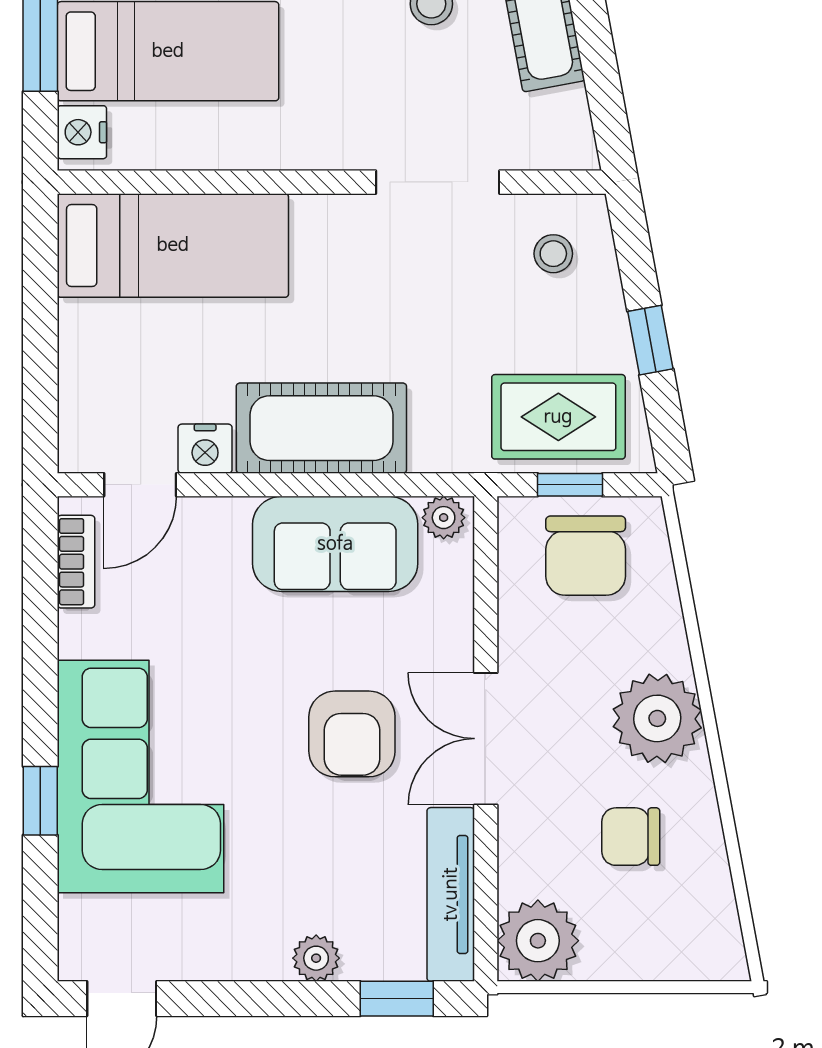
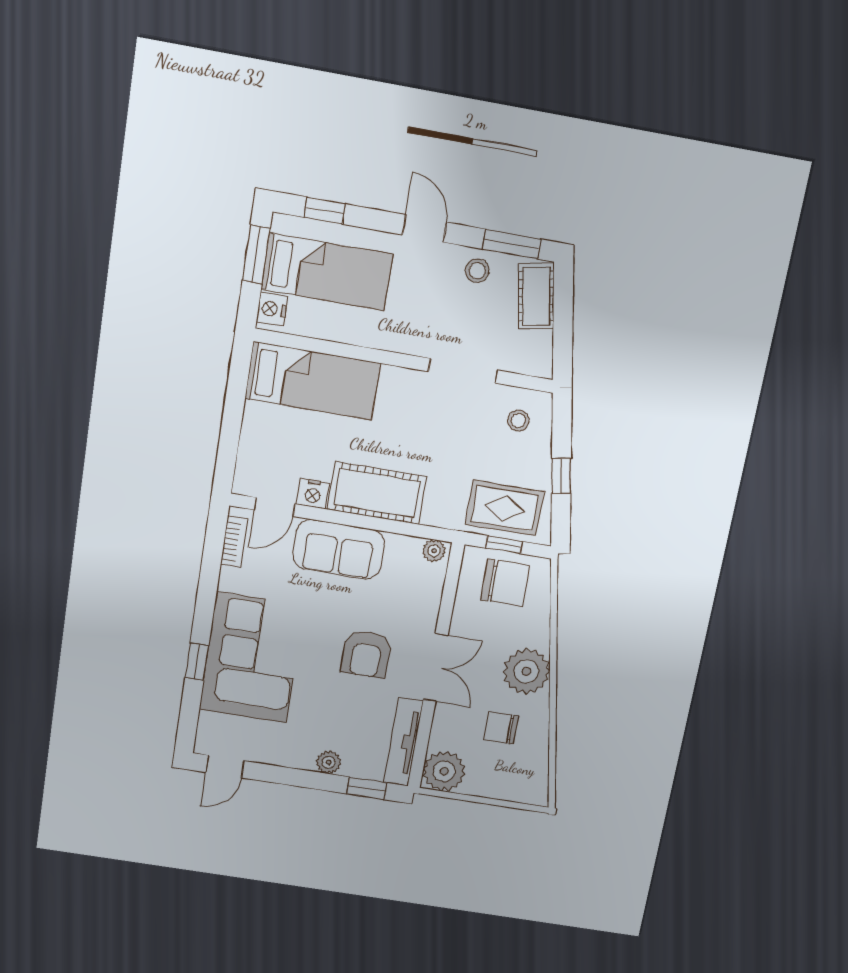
sofa: (335, 544) -> (339, 549), moved
chair: (586, 556) -> (505, 583), turned -90
double door: (486, 739) -> (436, 667), swing flipped

